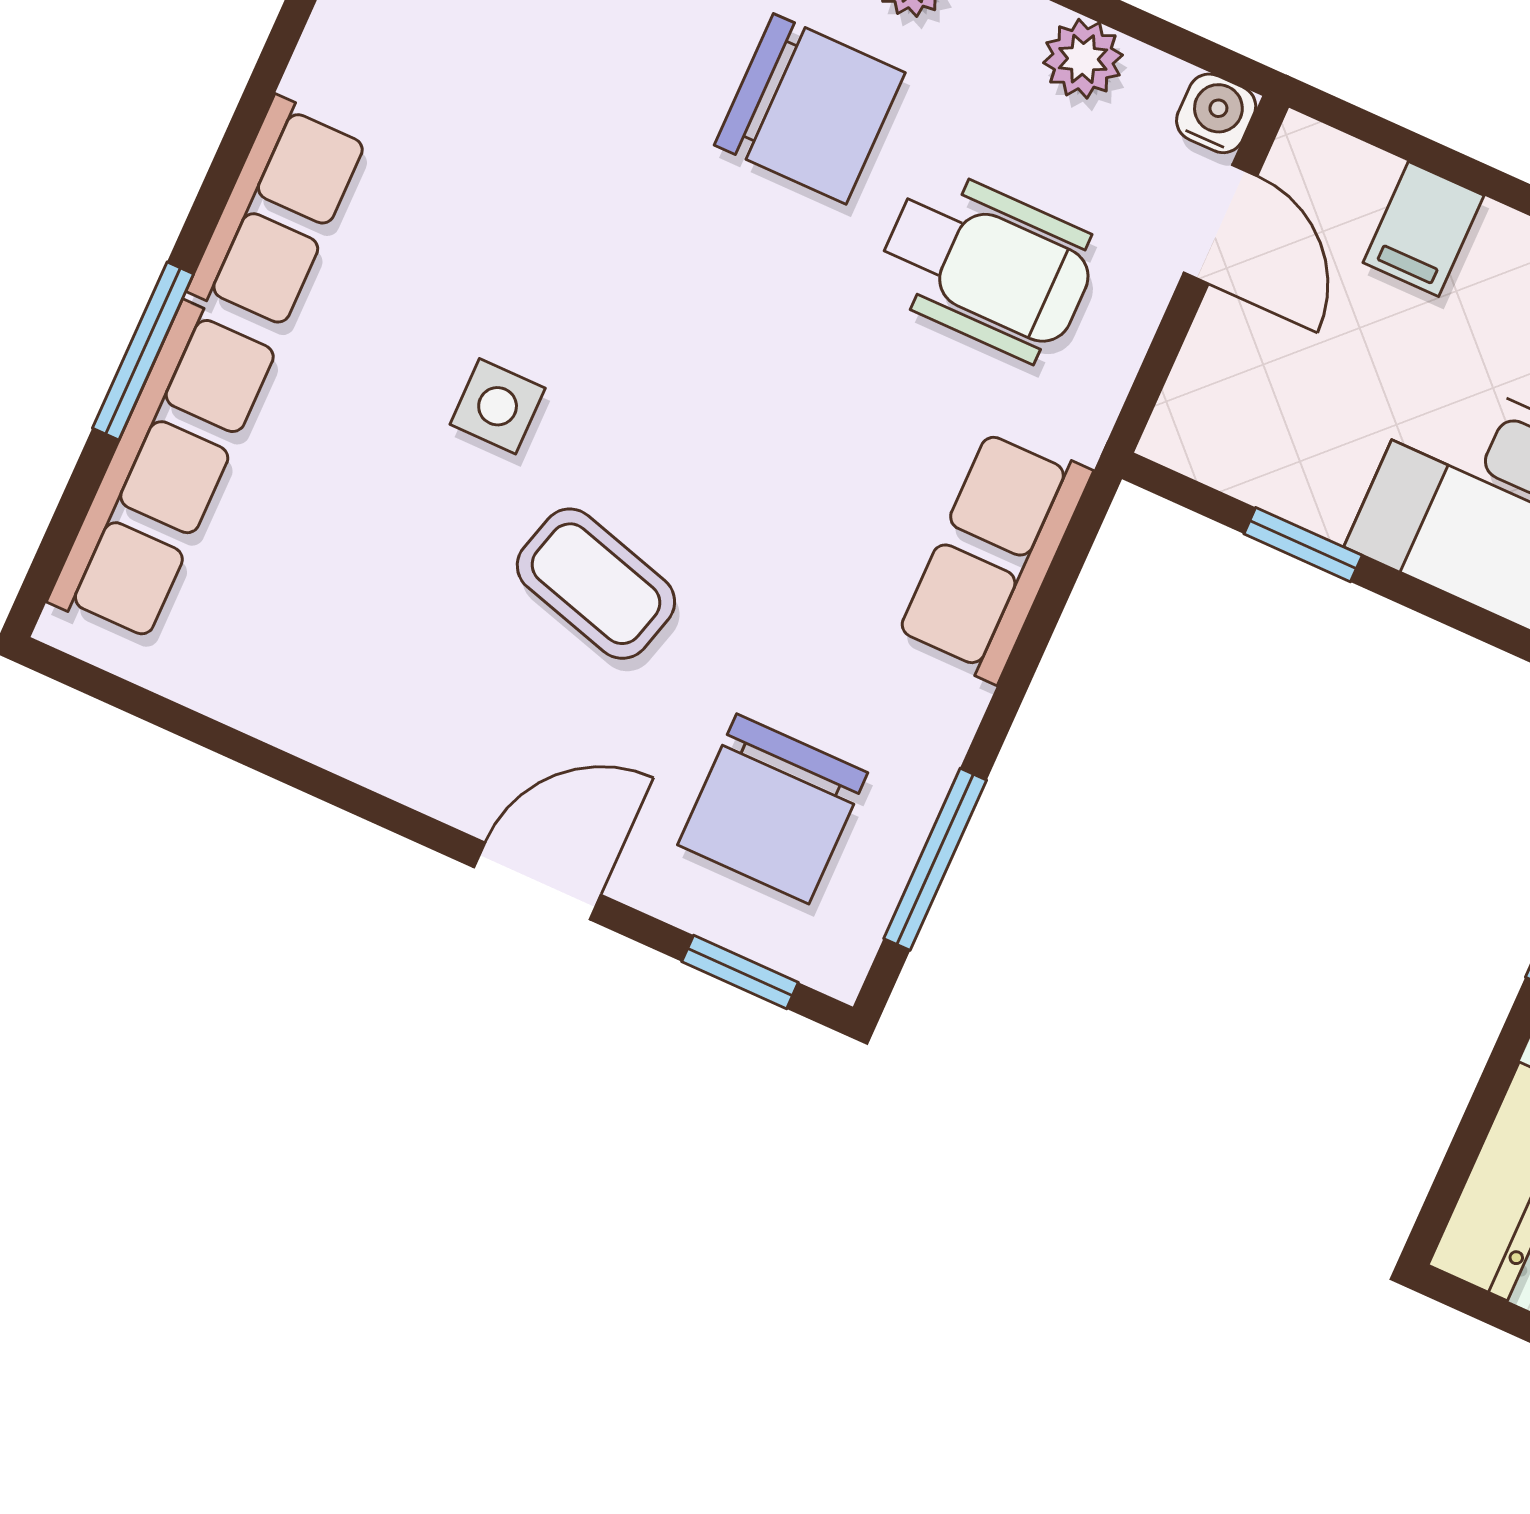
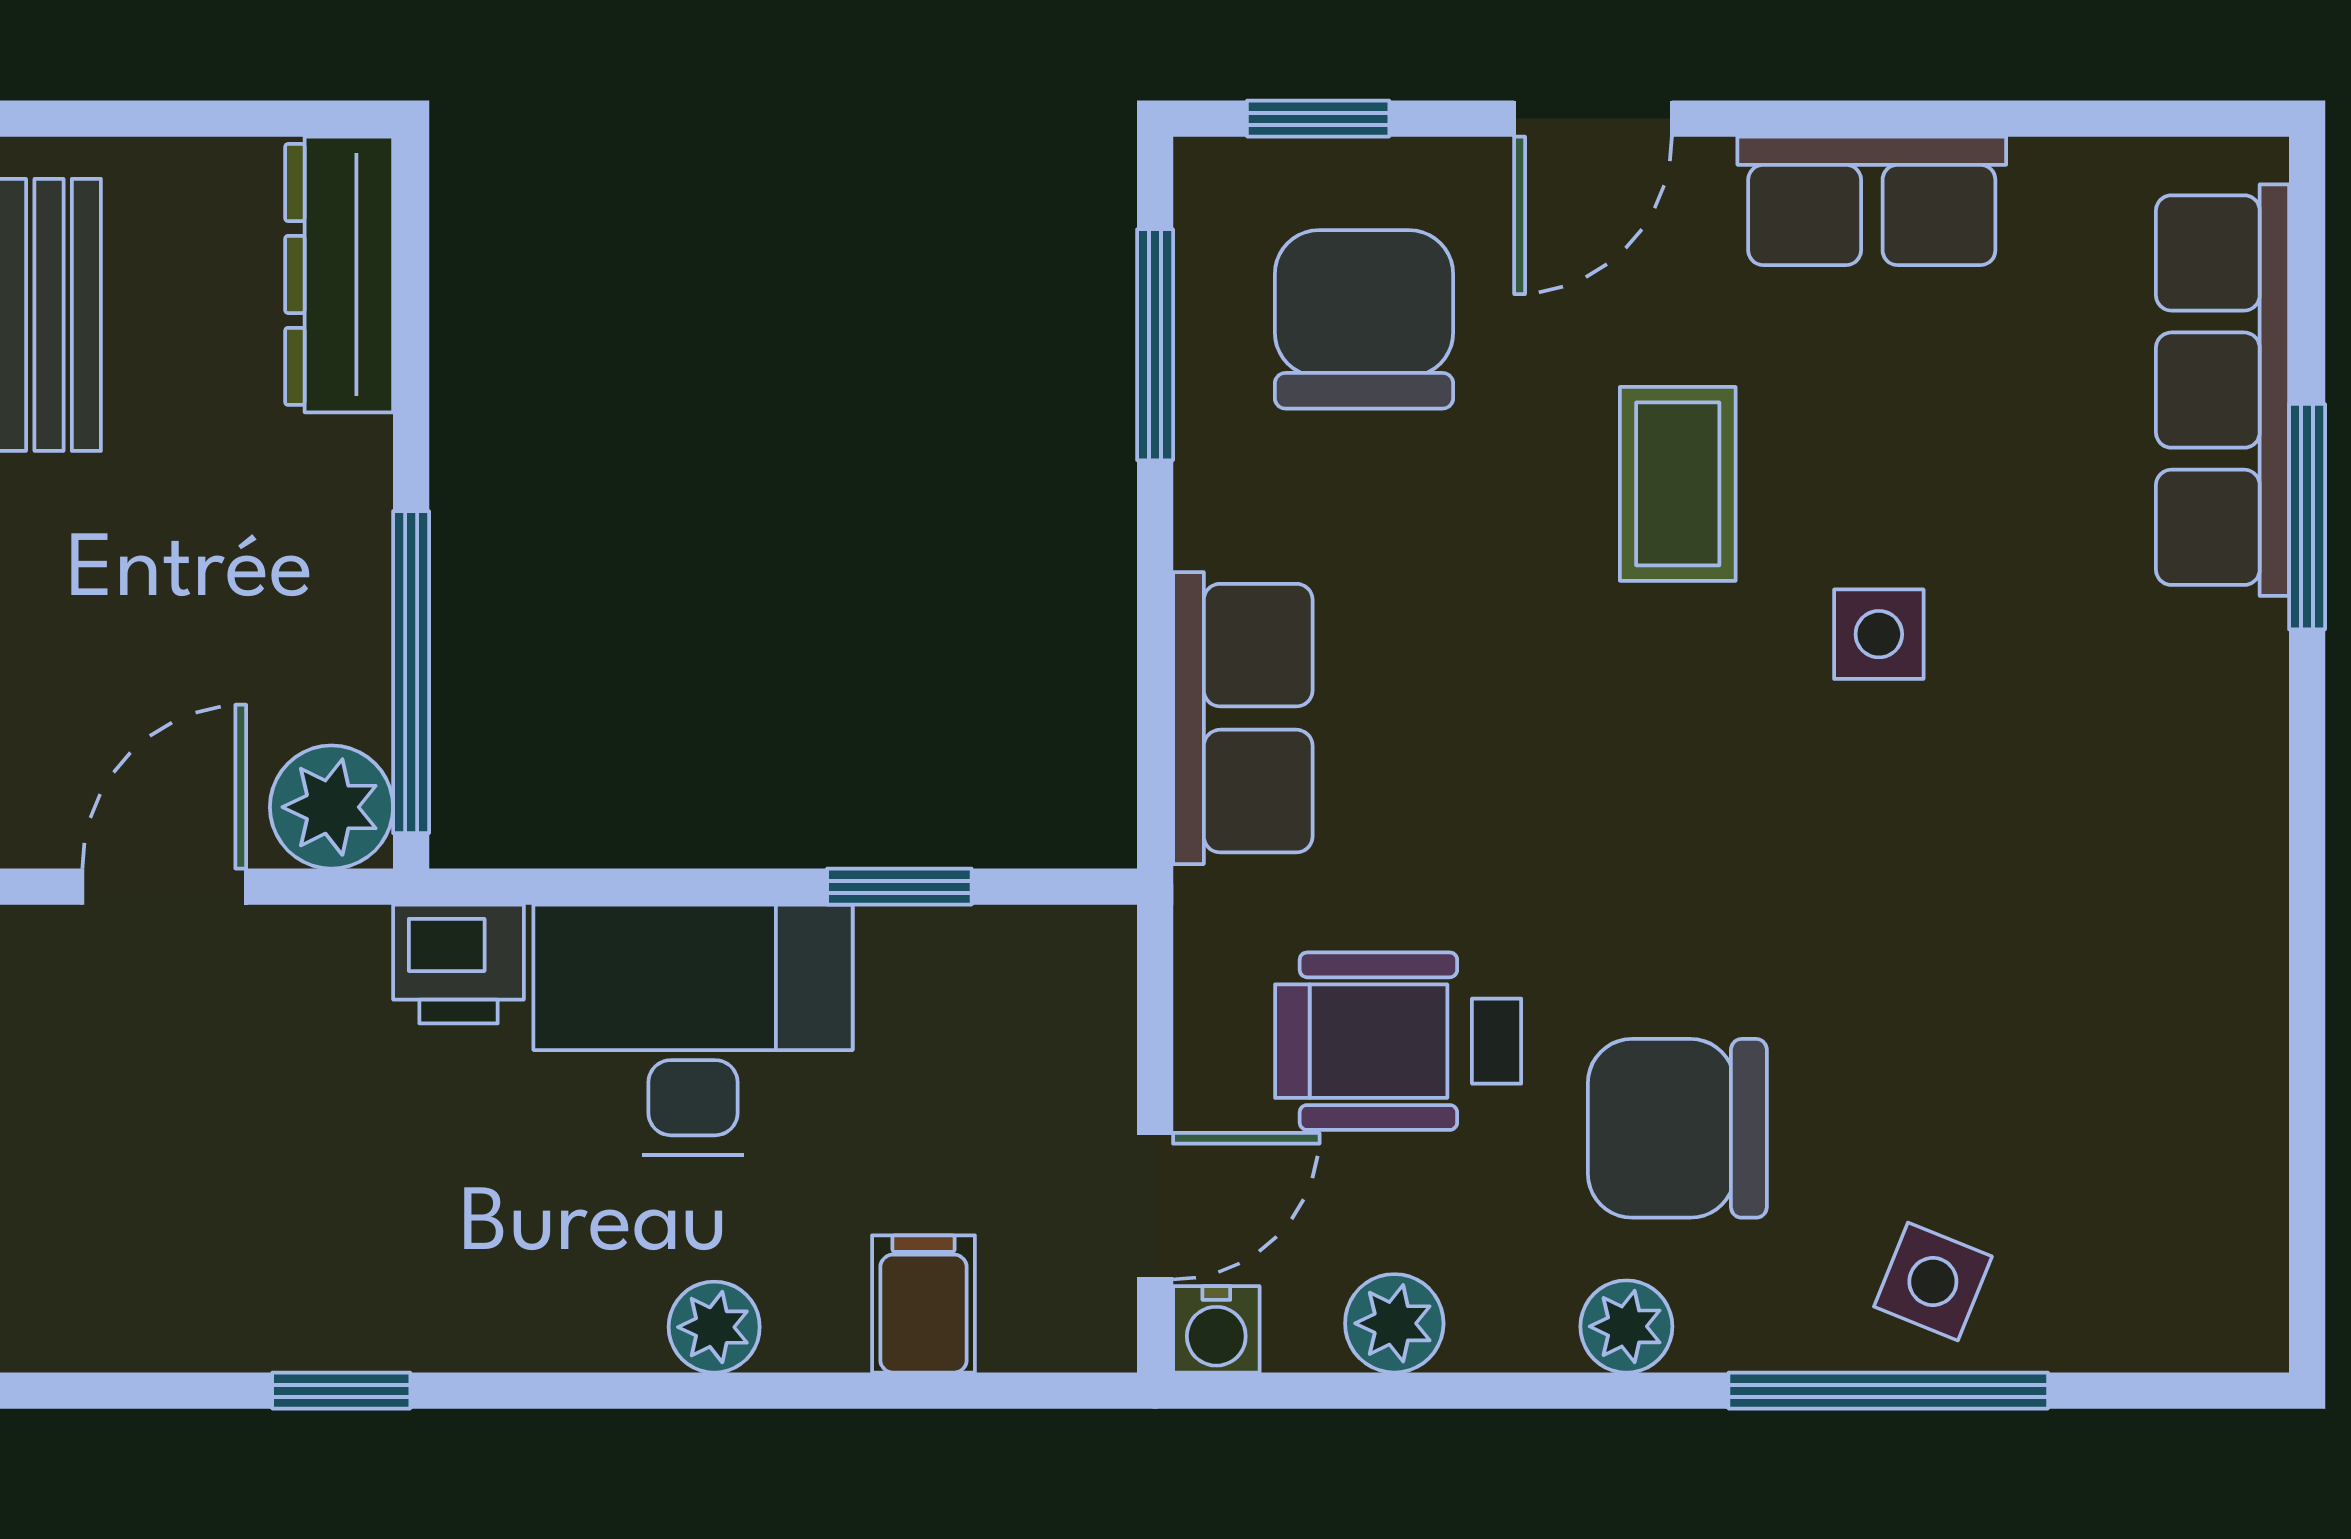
row of seats: (278, 214) -> (1872, 201), moved, turned -90
door: (1220, 224) -> (1155, 1206), swing flipped
coffee table: (596, 584) -> (1678, 484), turned 74

